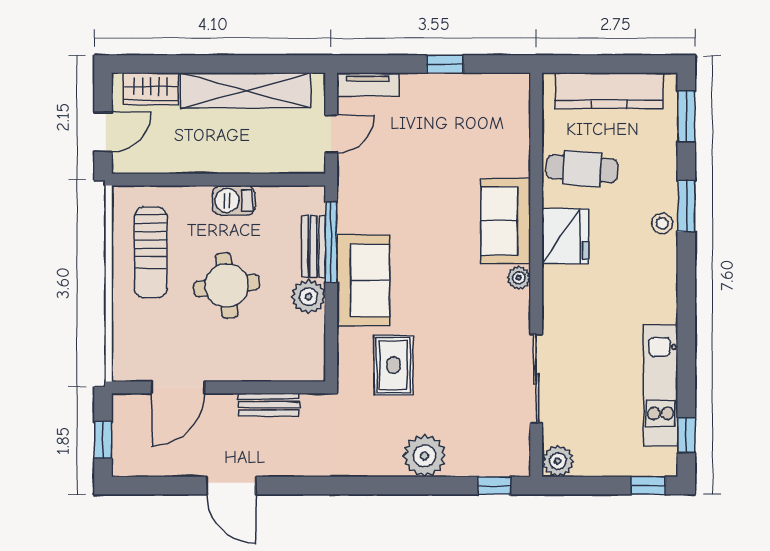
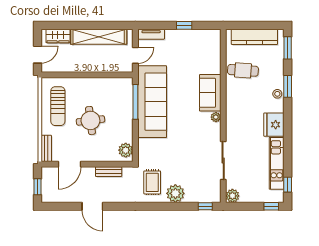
barbecue: (234, 200) -> (94, 84), removed
fridge: (565, 236) -> (274, 125), moved, turned 180
bench: (314, 247) -> (46, 148), moved
sofa: (363, 280) -> (152, 102), width x1.85, depth x1.27
plant: (309, 297) -> (126, 150), moved
rug: (393, 365) -> (152, 182), moved

